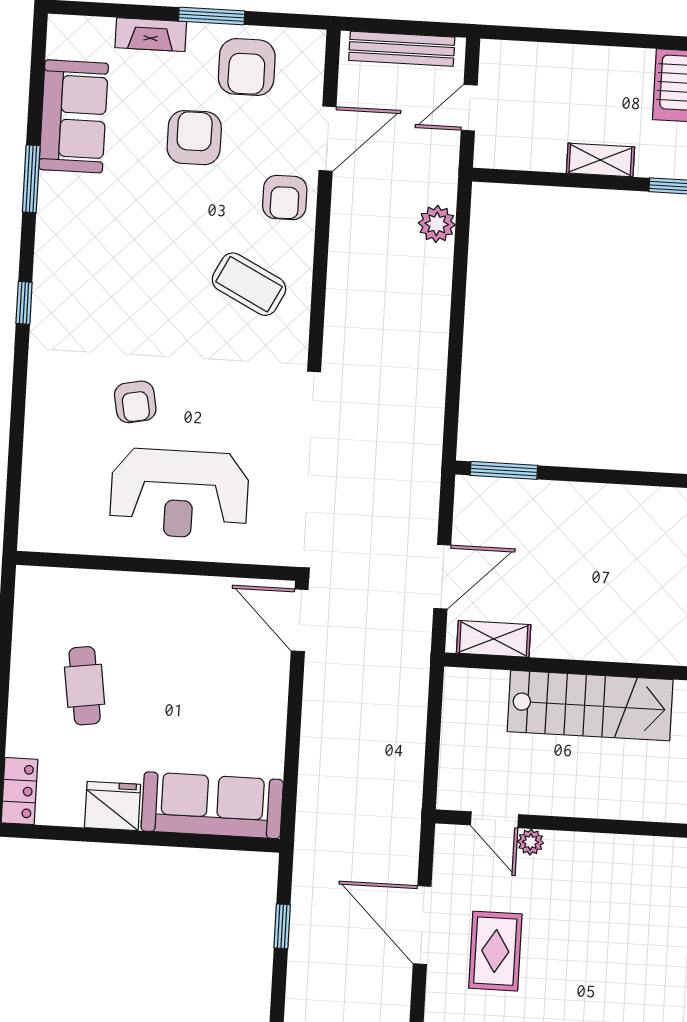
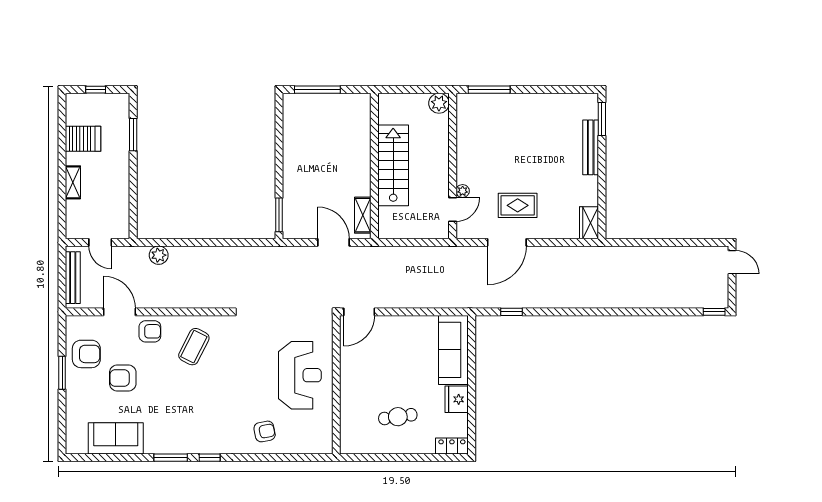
fireplace: (151, 35) -> (73, 402), removed
shelving: (600, 160) -> (73, 182), moved
window: (31, 179) -> (171, 458), moved
armchair: (135, 402) -> (265, 431), moved

